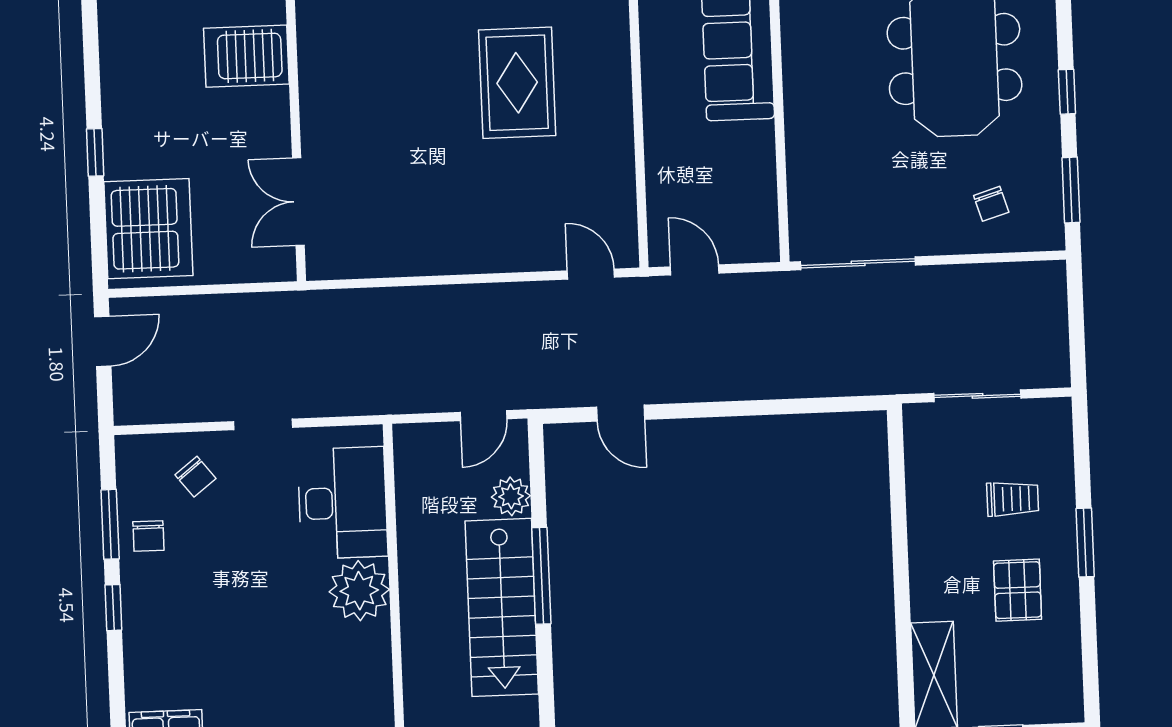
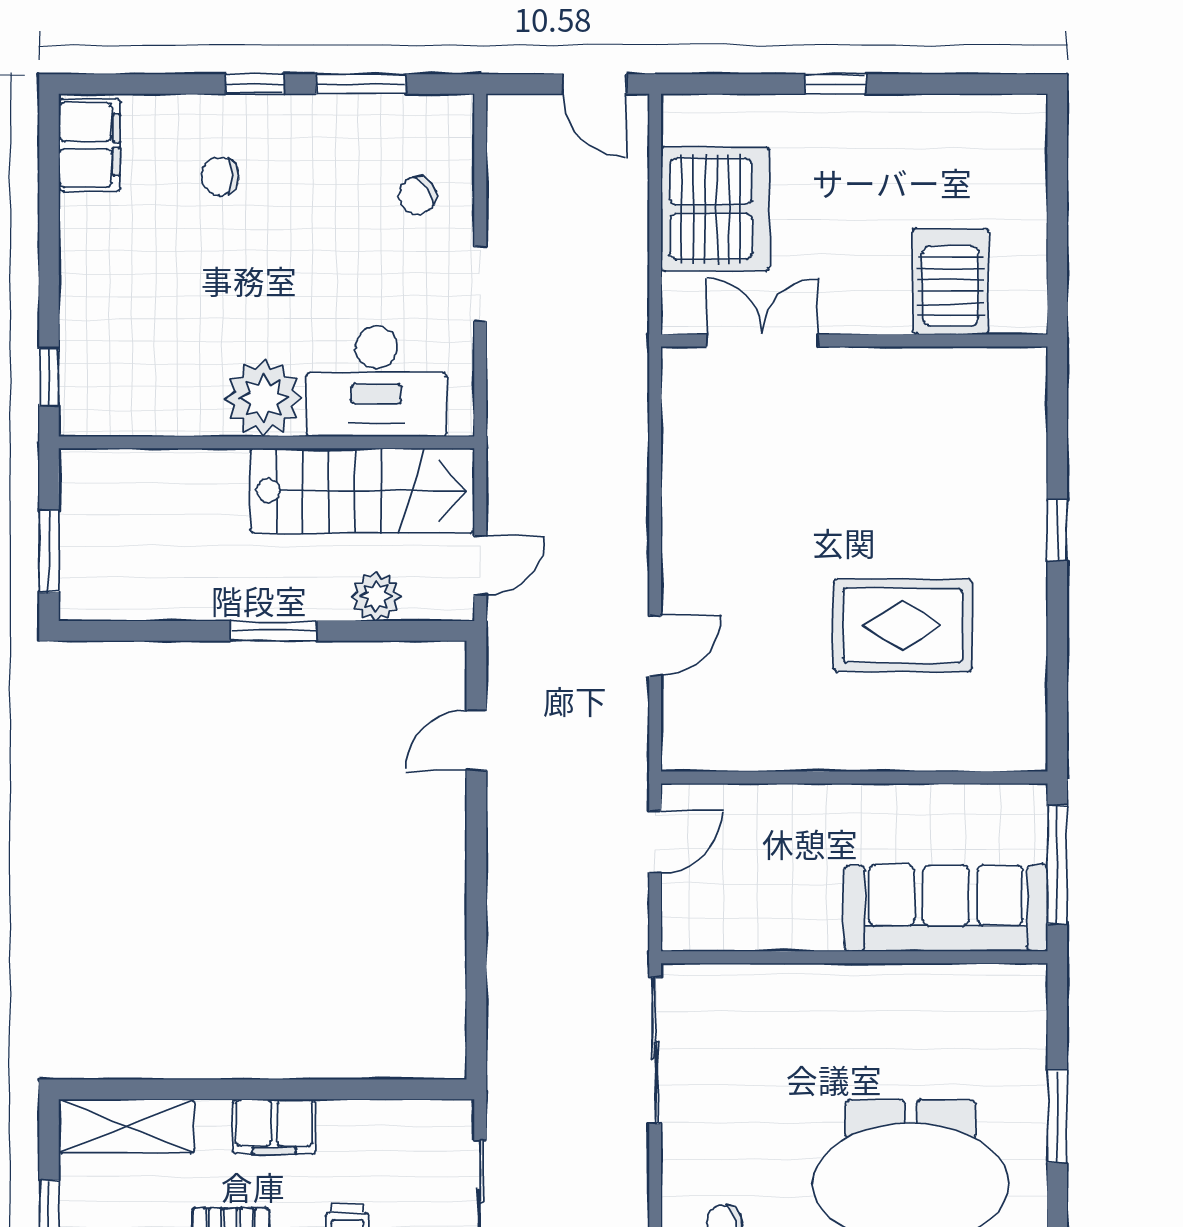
server rack: (148, 229) -> (715, 209), moved, turned -90
door: (591, 274) -> (655, 646), moved
door: (484, 416) -> (480, 565), swing flipped
chair: (148, 536) -> (220, 176), moved
filing cabinet: (930, 559) -> (274, 1127), added
window: (541, 576) -> (273, 631), width x0.69
stairs: (502, 607) -> (362, 491), moved, turned 180

